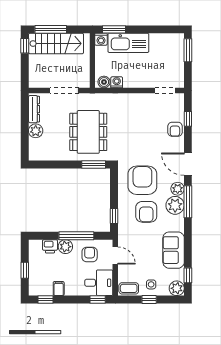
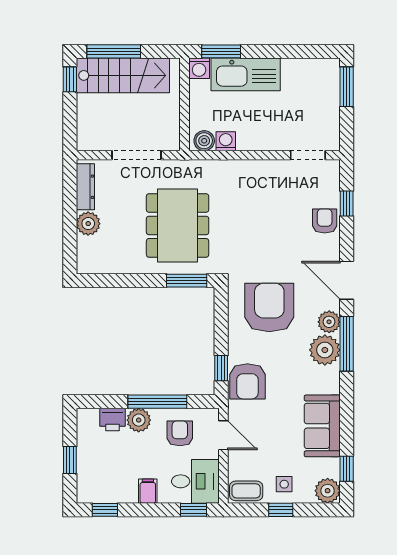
armchair: (175, 129) -> (325, 221), turned 180
armchair: (146, 212) -> (247, 381), moved
filing cabinet: (59, 289) -> (148, 491), moved

